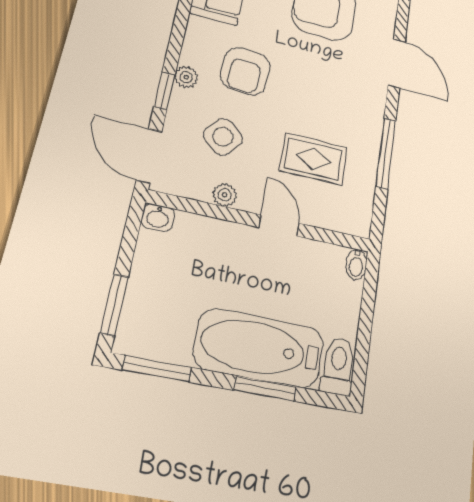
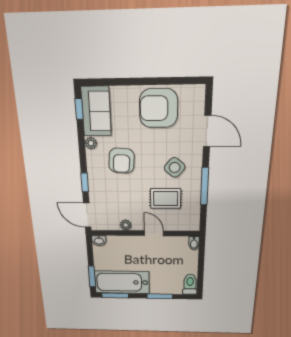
plant: (186, 77) -> (91, 143), moved
side table: (223, 137) -> (175, 167), moved
bathtub: (259, 348) -> (122, 282), moved

